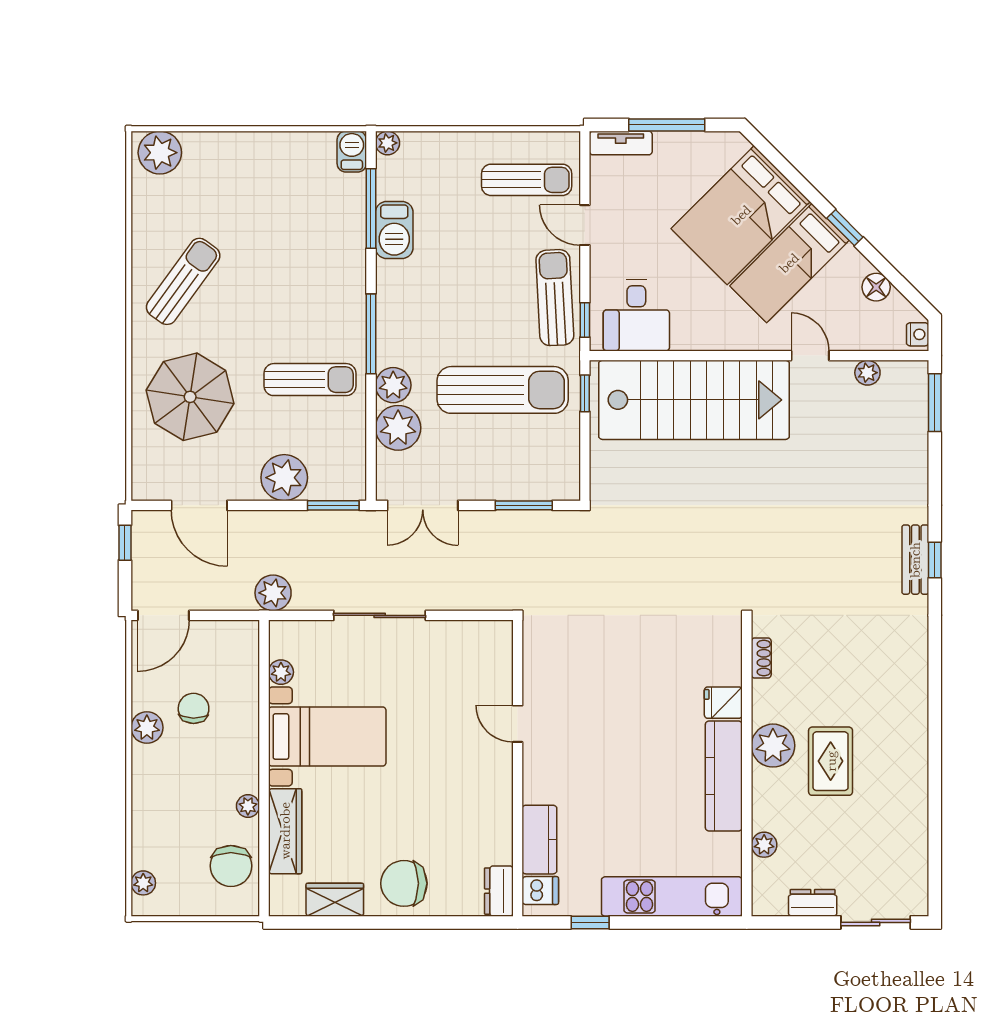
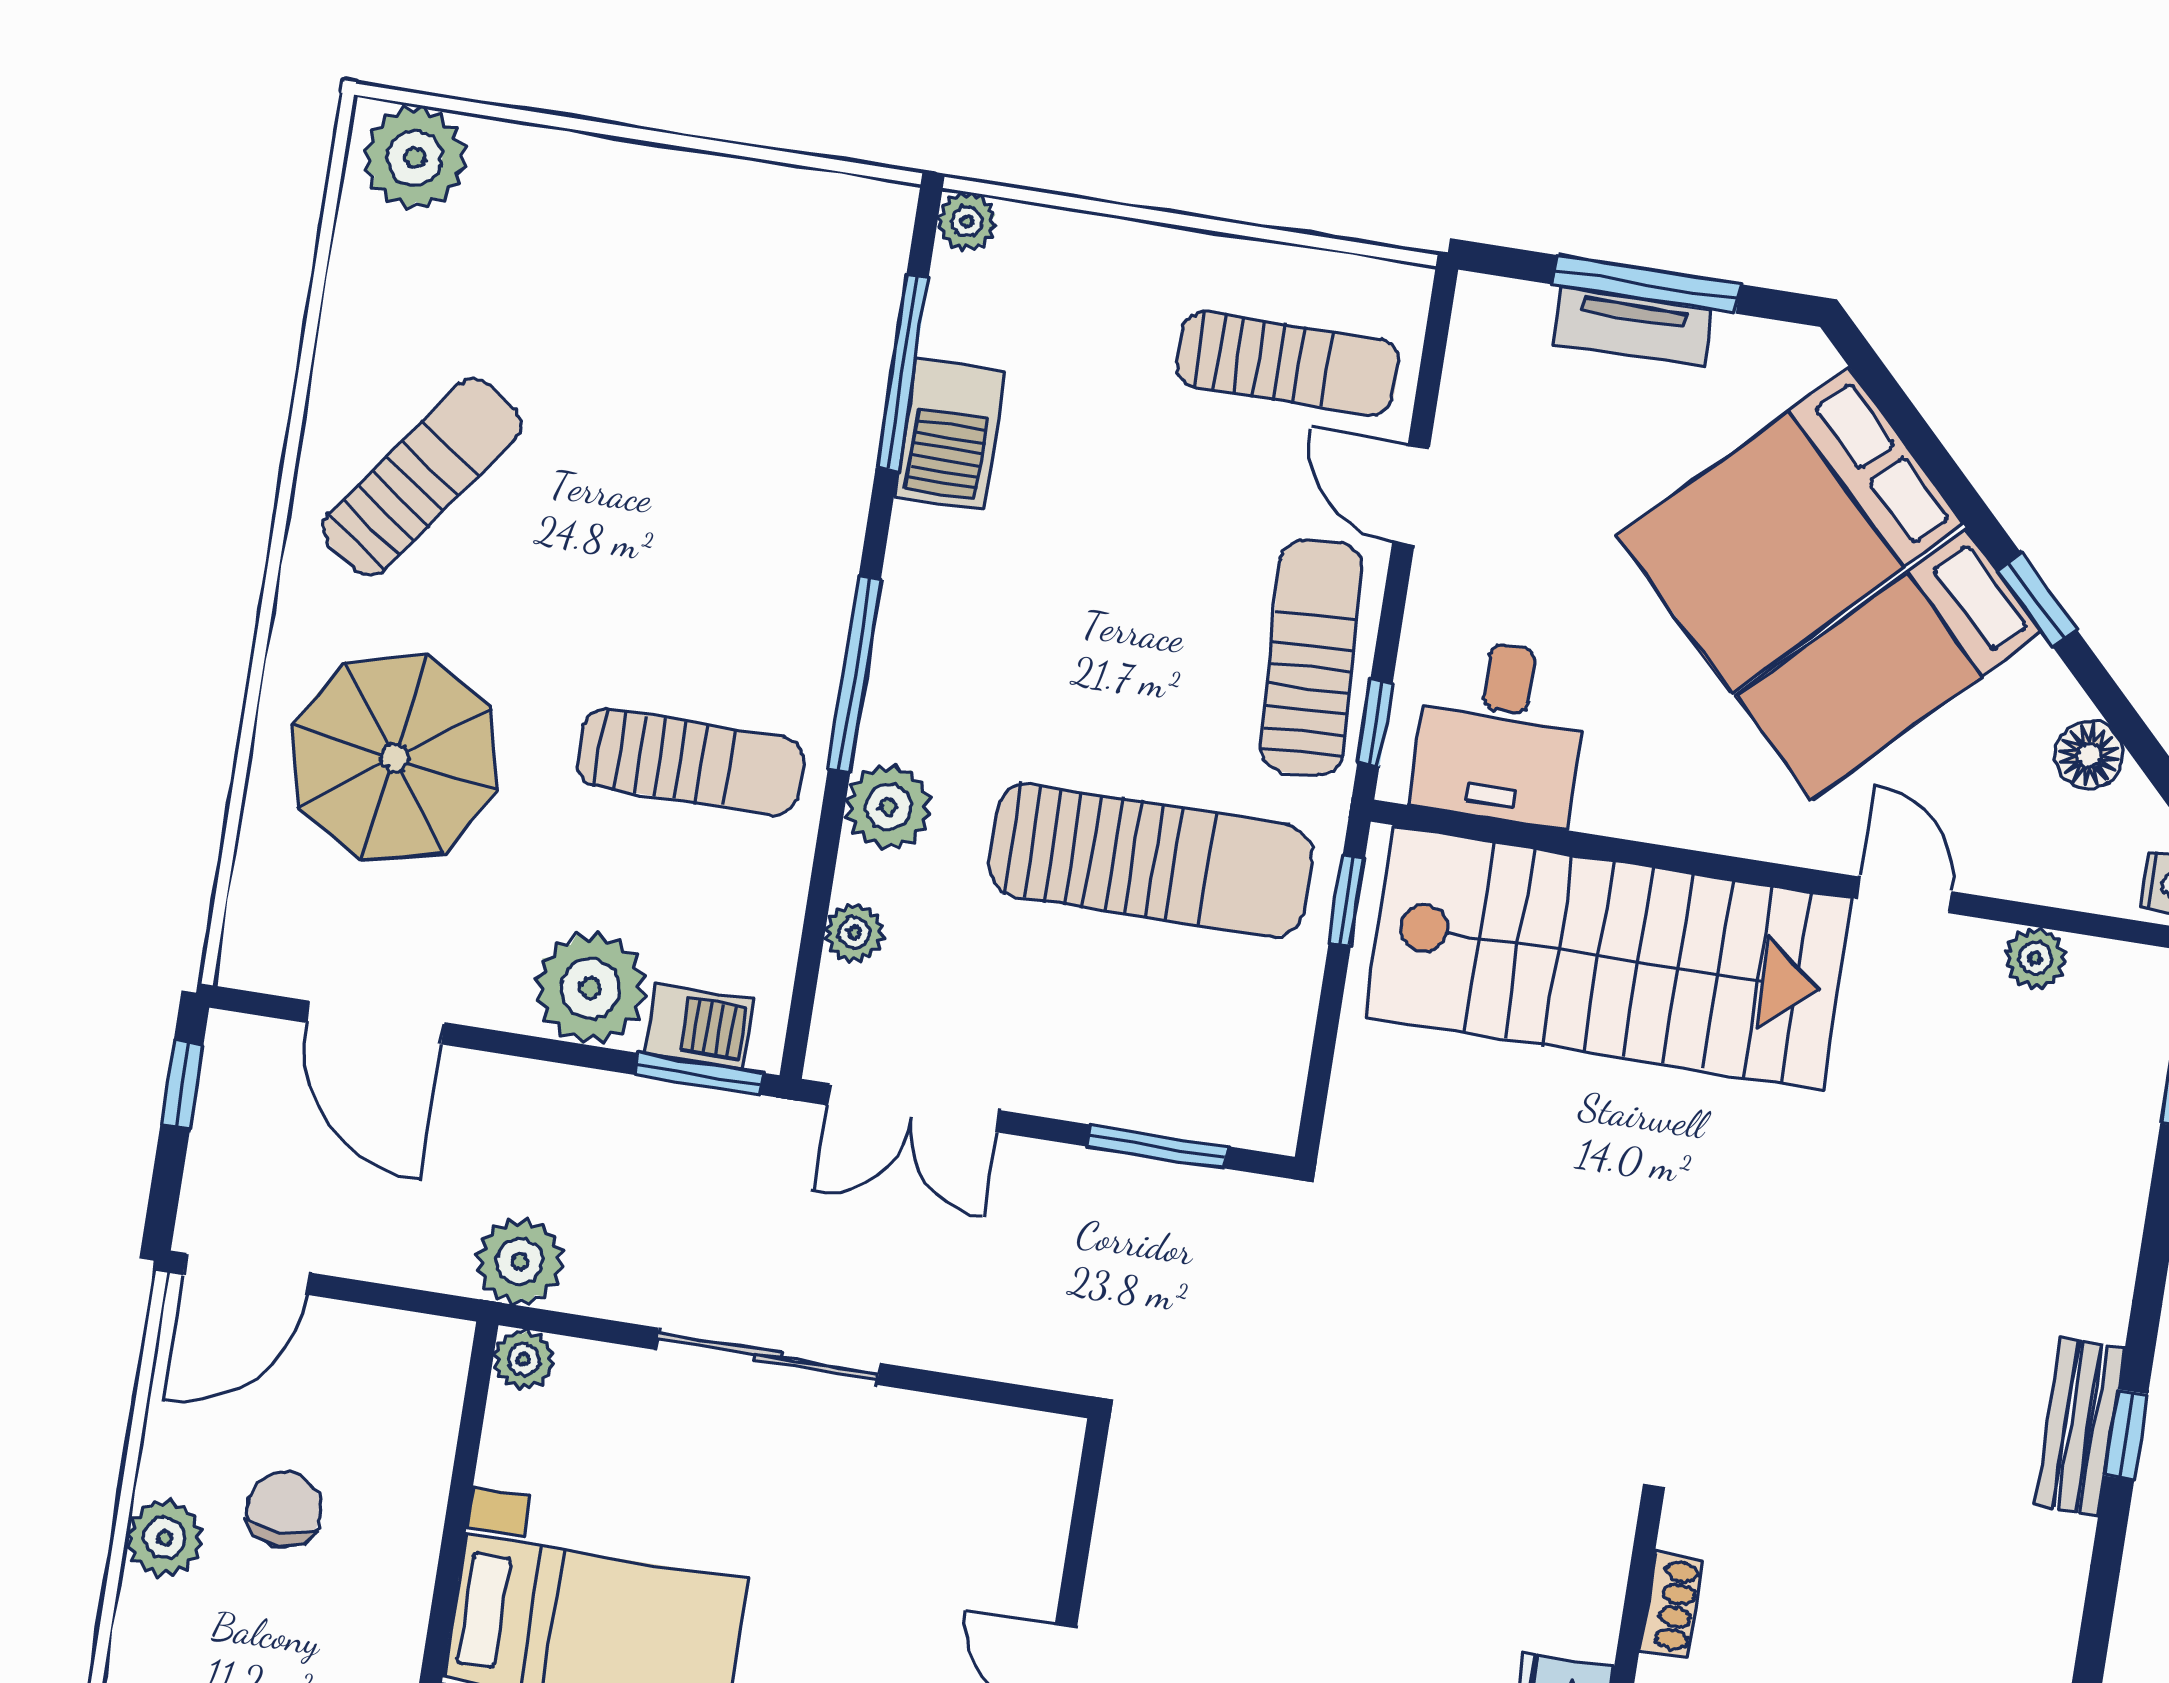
tv unit: (621, 143) -> (1632, 327), moved
barbecue: (352, 152) -> (698, 1026), moved, turned 90
plant: (398, 428) -> (854, 933), width x0.53, depth x0.53
plant: (281, 672) -> (524, 1360), moved

